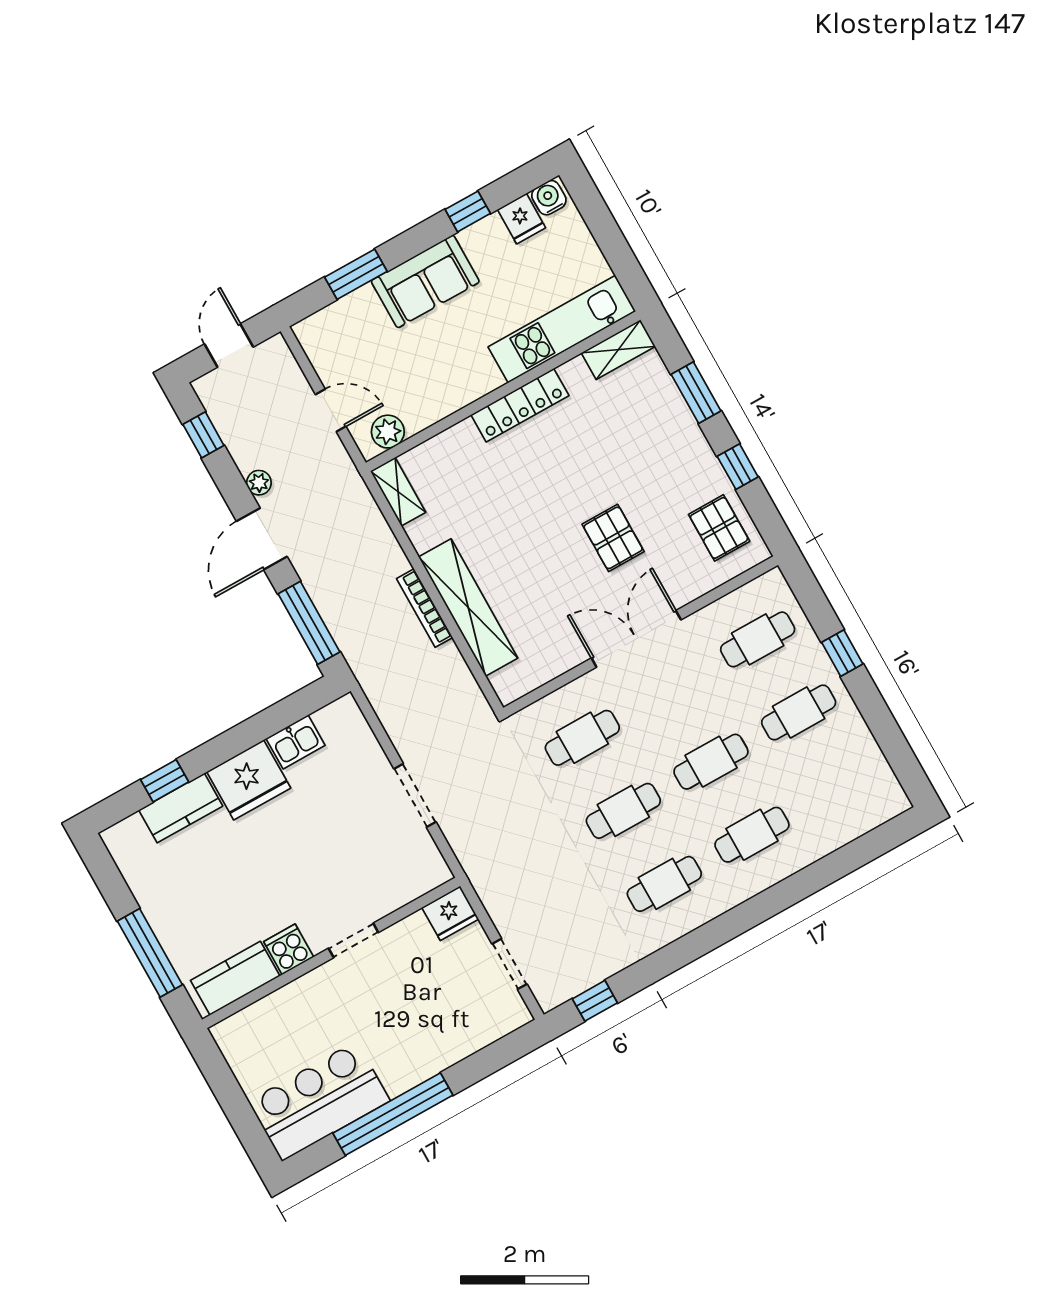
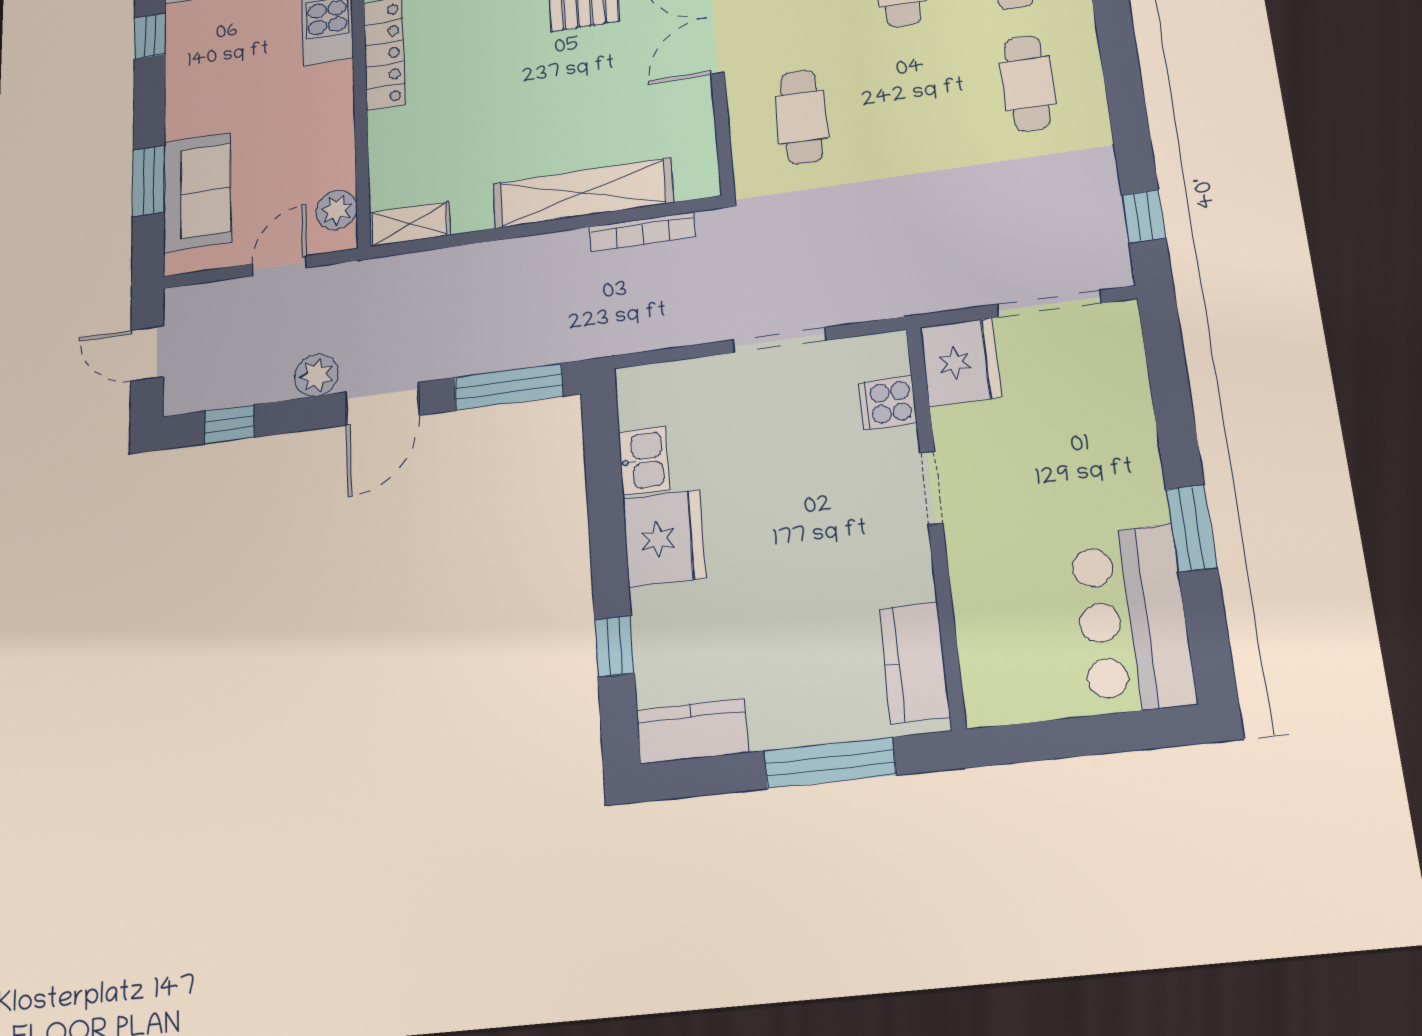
sofa: (425, 281) -> (197, 192), moved
plant: (259, 483) -> (316, 375), width x1.38, depth x1.38
door: (262, 539) -> (382, 404), hinge flipped
bookcase: (425, 608) -> (642, 232), moved
kitchen counter: (181, 808) -> (692, 731), moved, turned -90
cafe table: (623, 811) -> (914, 100), removed
fridge: (450, 913) -> (960, 362), width x1.36, depth x1.34
cooker: (289, 949) -> (888, 403), moved
doorway: (509, 964) -> (1049, 304), width x1.38
window: (393, 1114) -> (1191, 528), width x0.47

